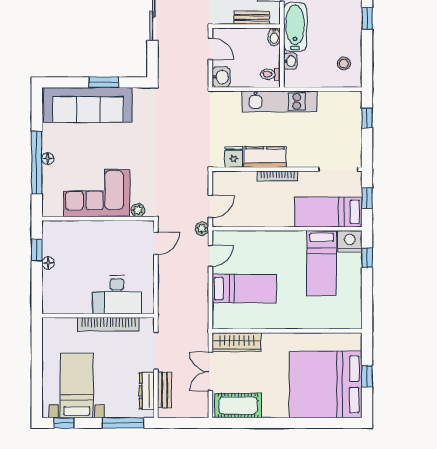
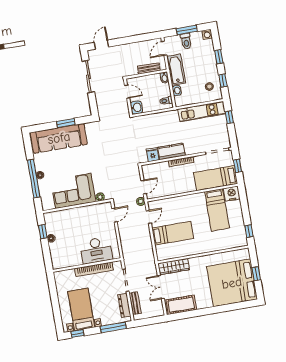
window: (367, 58) -> (223, 81), added
kitchen unit: (280, 101) -> (202, 111), moved
window: (367, 258) -> (249, 231), moved

